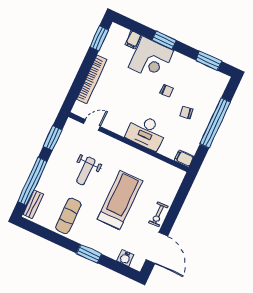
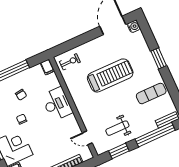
weight bench: (86, 171) -> (117, 128), moved, turned 180
treadmill: (120, 200) -> (110, 75), turned 180
exercise bike: (158, 215) -> (70, 62), moved
water cooler: (125, 258) -> (134, 26), moved

